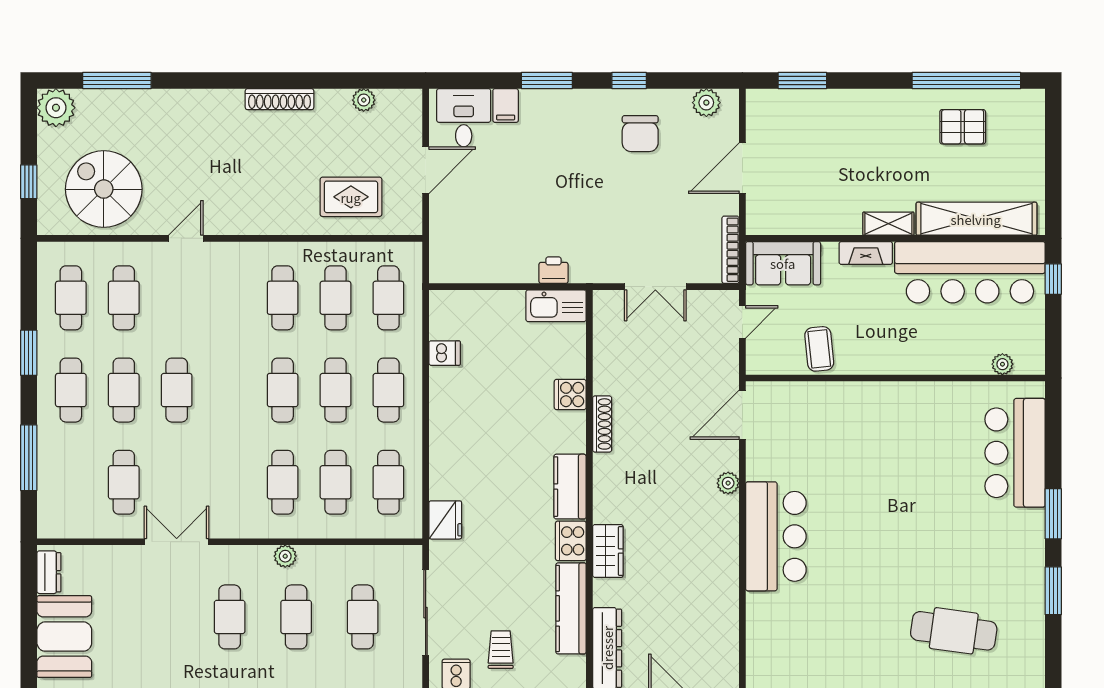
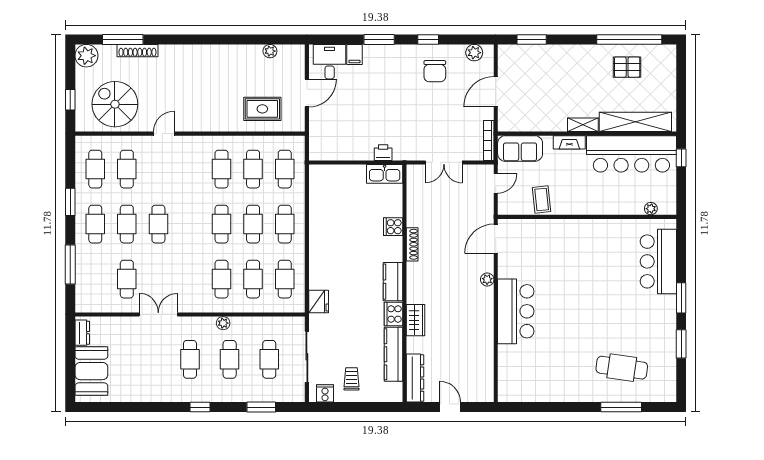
shoe rack: (280, 99) -> (137, 51), moved
dishwasher: (445, 353) -> (318, 202), removed

